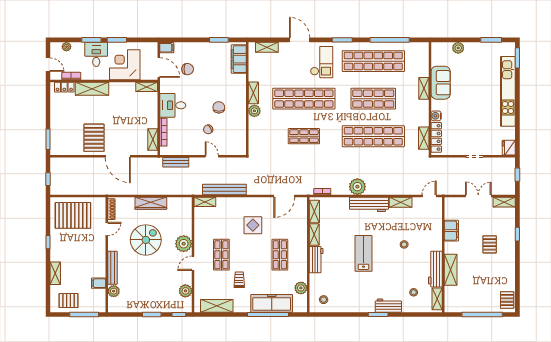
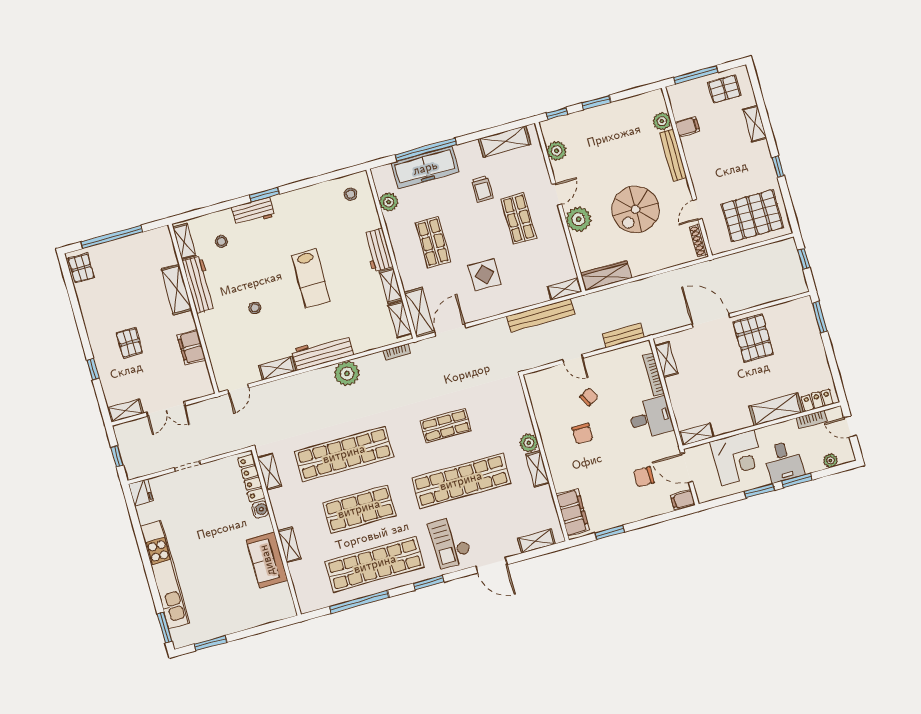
plant: (458, 48) -> (255, 618), removed
wardrobe: (151, 203) -> (606, 276), moved
shelving: (301, 213) -> (419, 312), added

